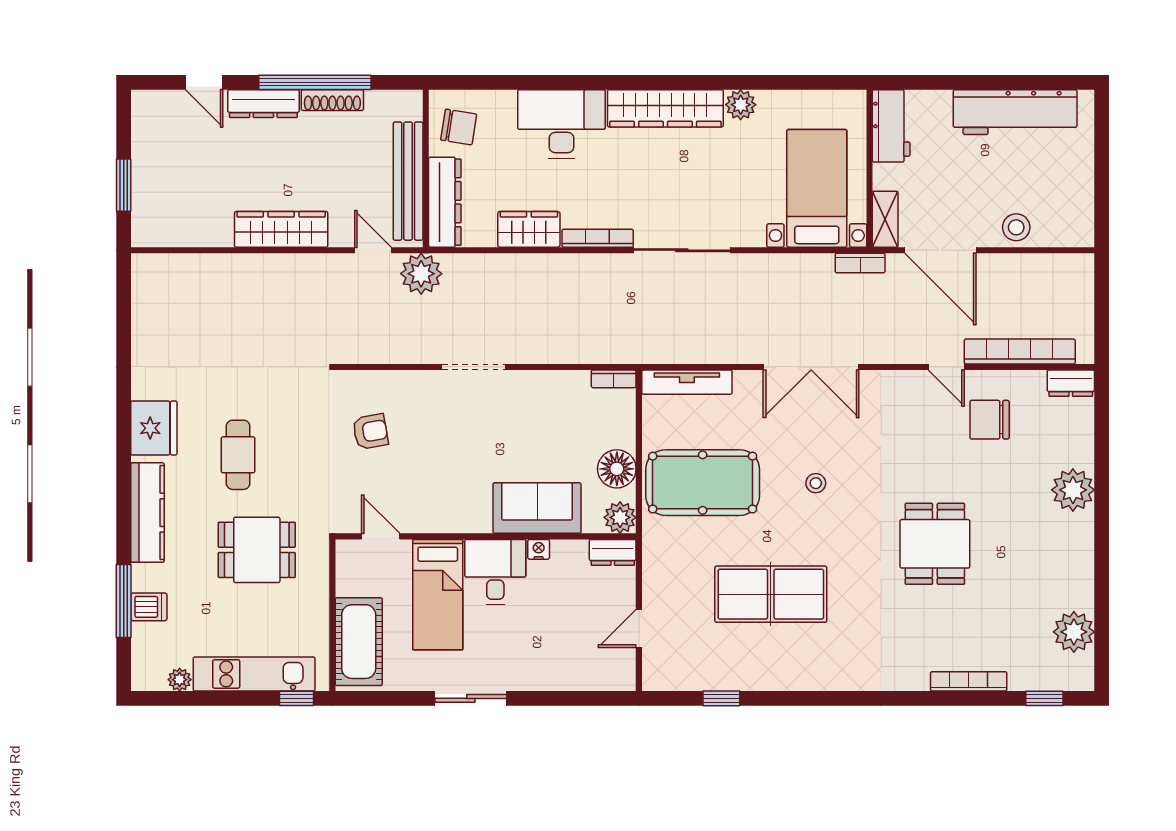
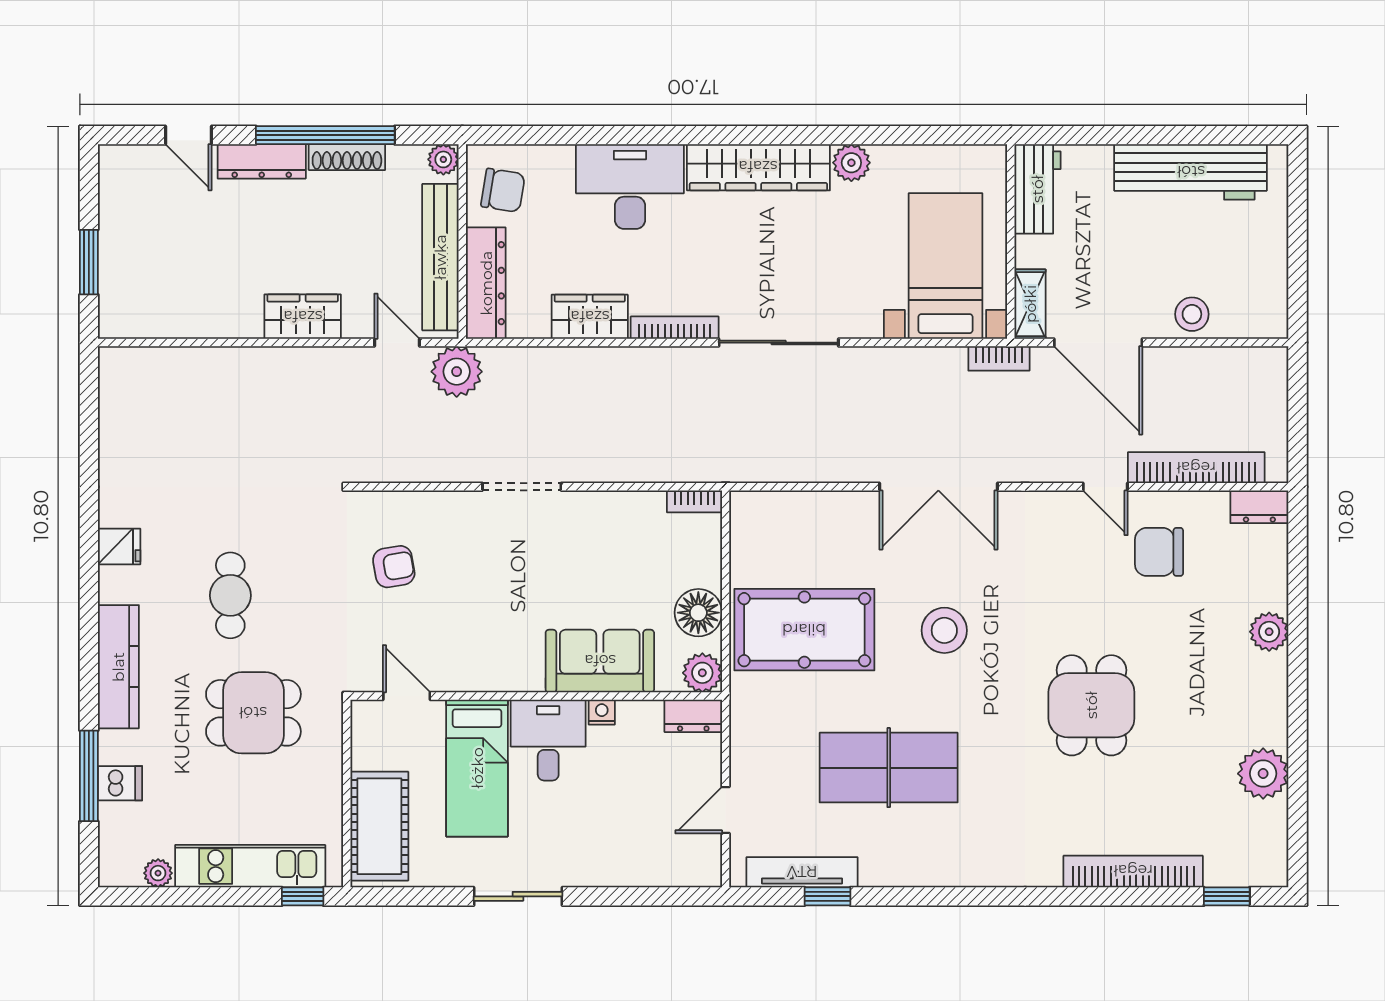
plant: (410, 102) -> (443, 159), added
wardrobe: (281, 229) -> (303, 317), width x0.67
tv unit: (687, 382) -> (802, 872), moved, turned 180
fridge: (154, 428) -> (119, 546), width x0.53, depth x0.75
stool: (816, 483) -> (944, 630), width x1.89, depth x1.89
plant: (1073, 490) -> (1269, 632), width x0.73, depth x0.73
plant: (1074, 632) -> (1263, 774), moved
bookcase: (969, 681) -> (1133, 871), width x1.48, depth x1.31

